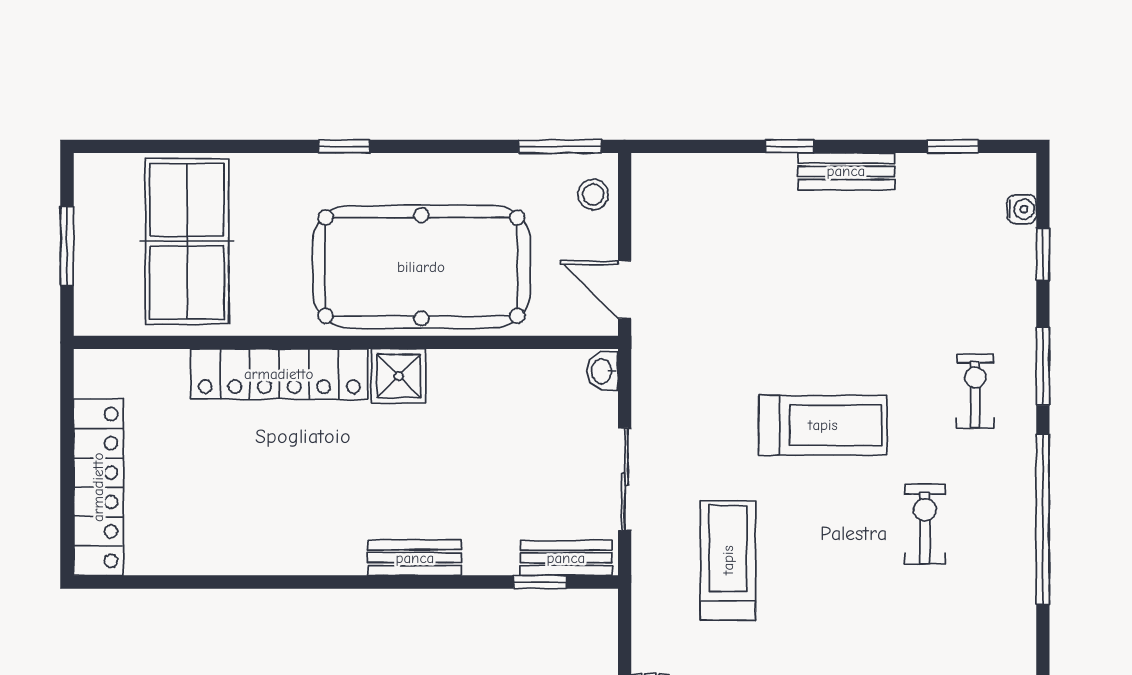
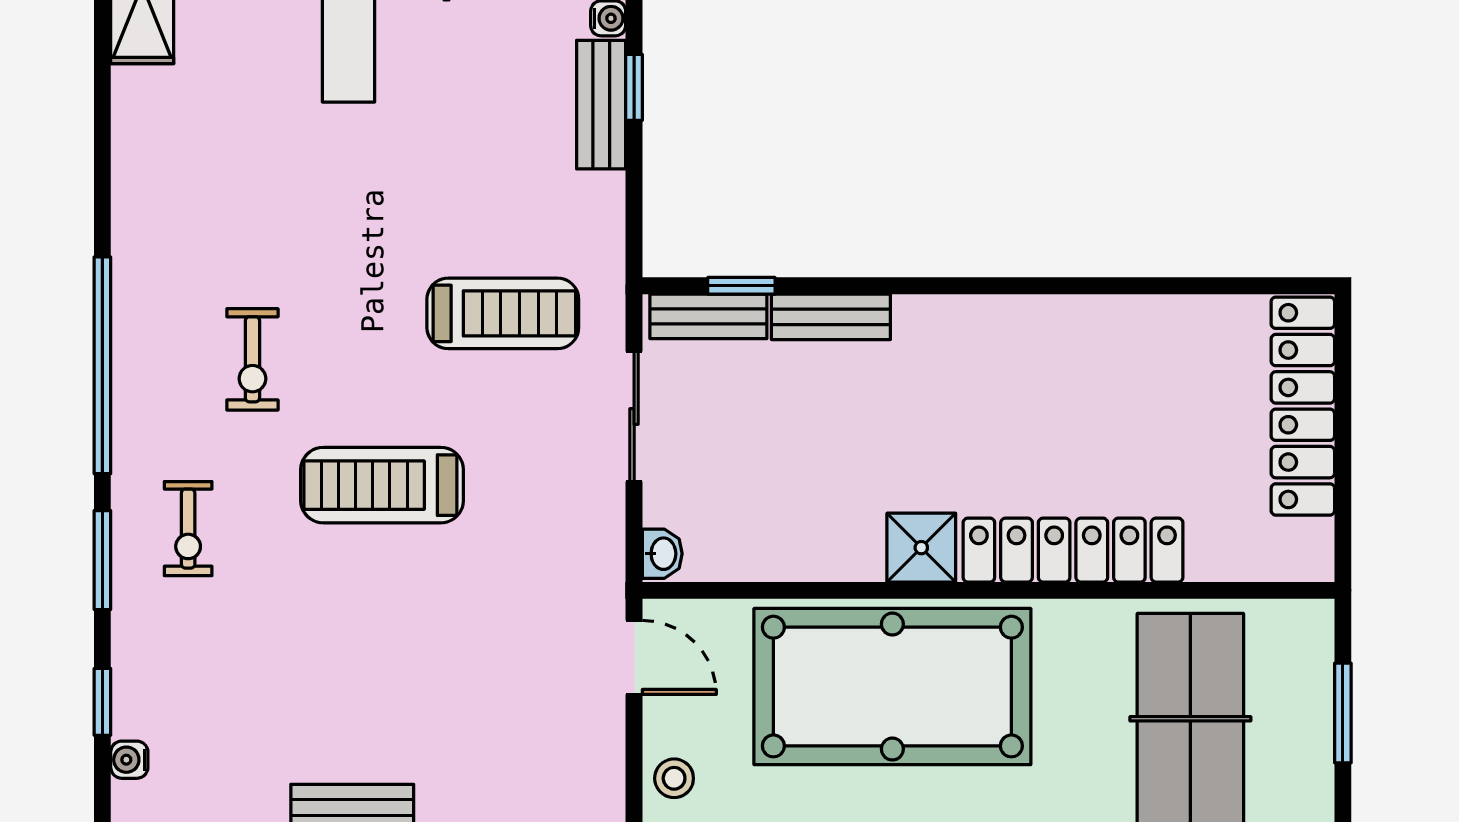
bench: (415, 558) -> (831, 317), moved
treadmill: (728, 560) -> (503, 313), turned -90

